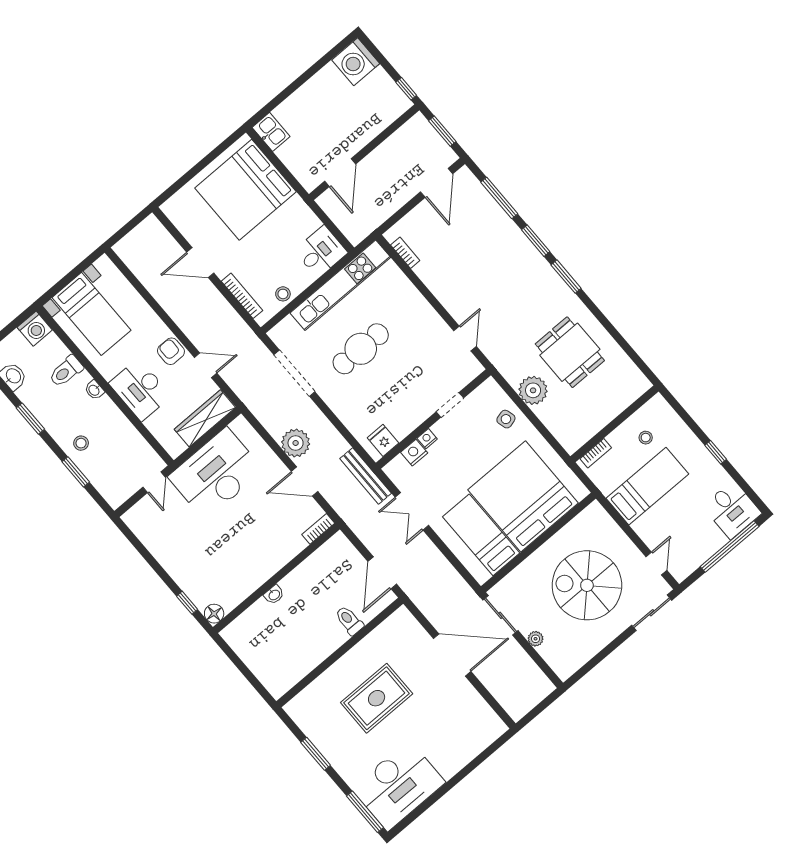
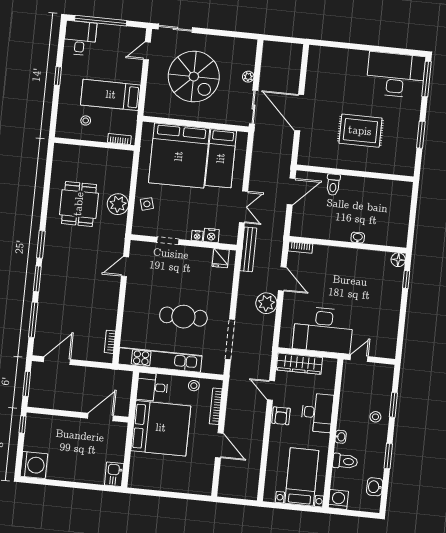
bed: (246, 190) -> (161, 428), moved

